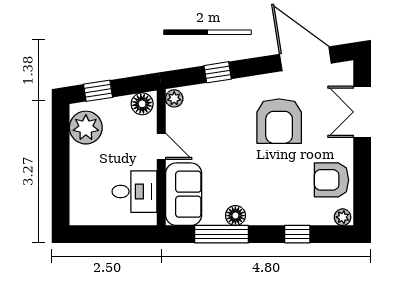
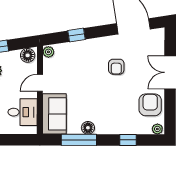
double door: (362, 112) -> (170, 72), moved
armchair: (279, 121) -> (116, 67), width x0.53, depth x0.53
door: (161, 146) -> (40, 83), swing flipped
armchair: (331, 180) -> (150, 105), turned 90

